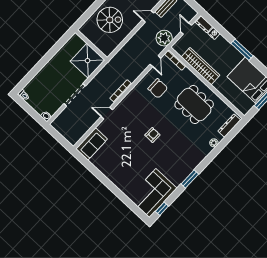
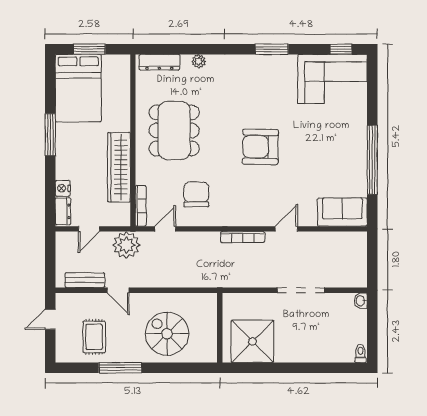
shower: (88, 61) -> (252, 341), moved
door: (107, 113) -> (286, 229), swing flipped
armchair: (152, 135) -> (260, 147), width x1.88, depth x1.88
window: (102, 178) -> (372, 160), added

